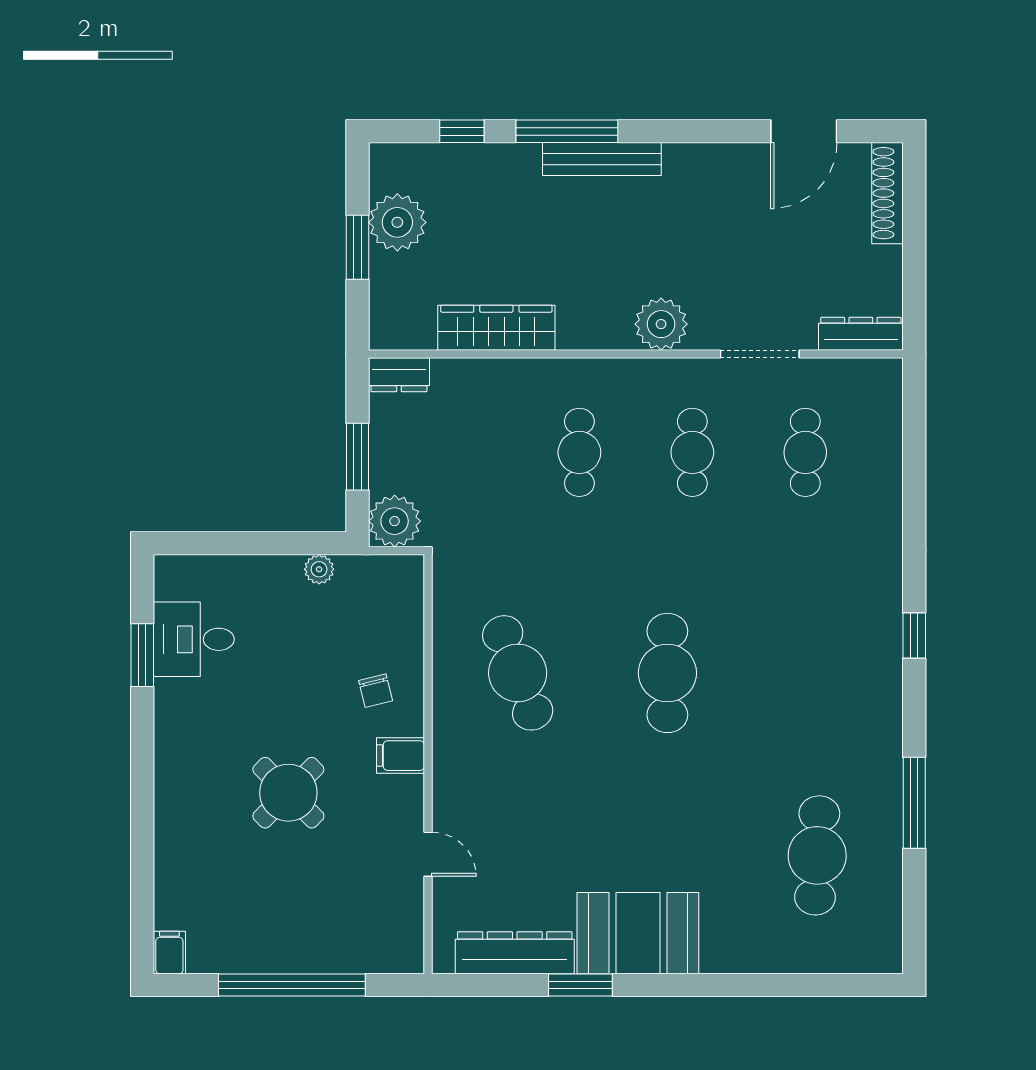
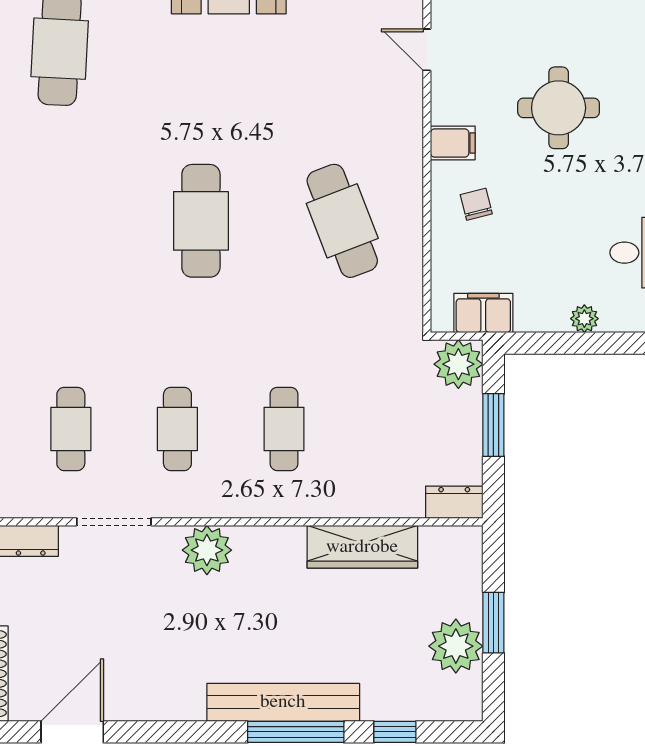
bench: (602, 159) -> (283, 702), width x1.37, depth x1.21
plant: (319, 569) -> (584, 319), moved
filing cabinet: (368, 575) -> (483, 313), added
round table: (288, 793) -> (559, 108), turned 45

